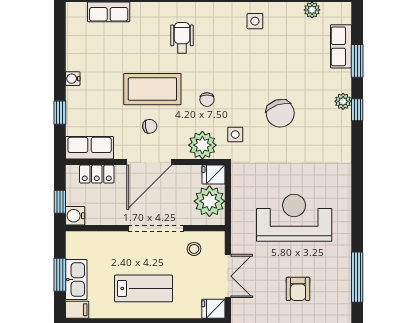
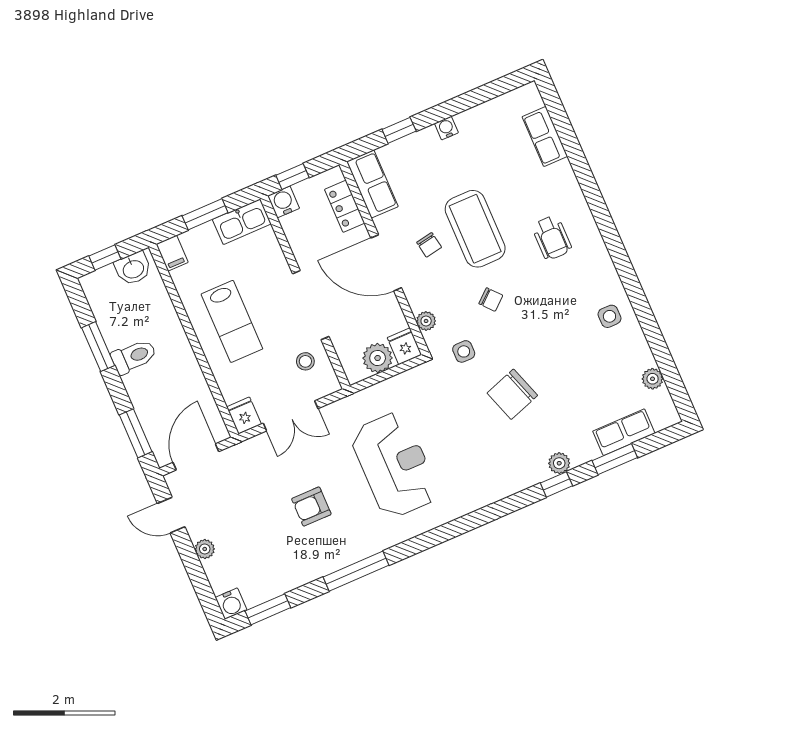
wheelchair: (182, 38) -> (552, 238), turned 90
chair: (207, 100) -> (491, 299), turned -131
plant: (202, 145) -> (426, 321), width x0.53, depth x0.53
plant: (209, 201) -> (378, 358), width x0.73, depth x0.73
kitchen sink: (76, 280) -> (242, 222), moved

